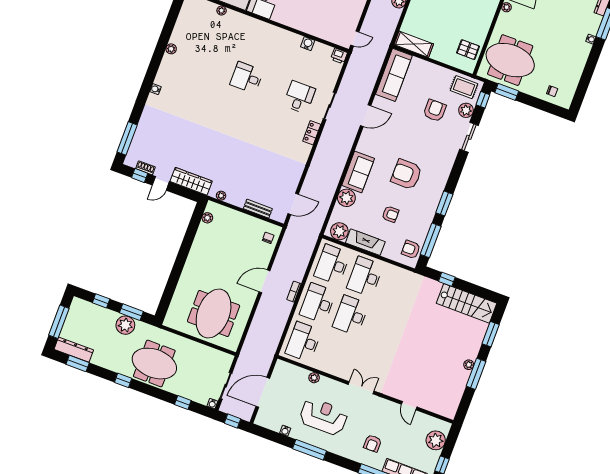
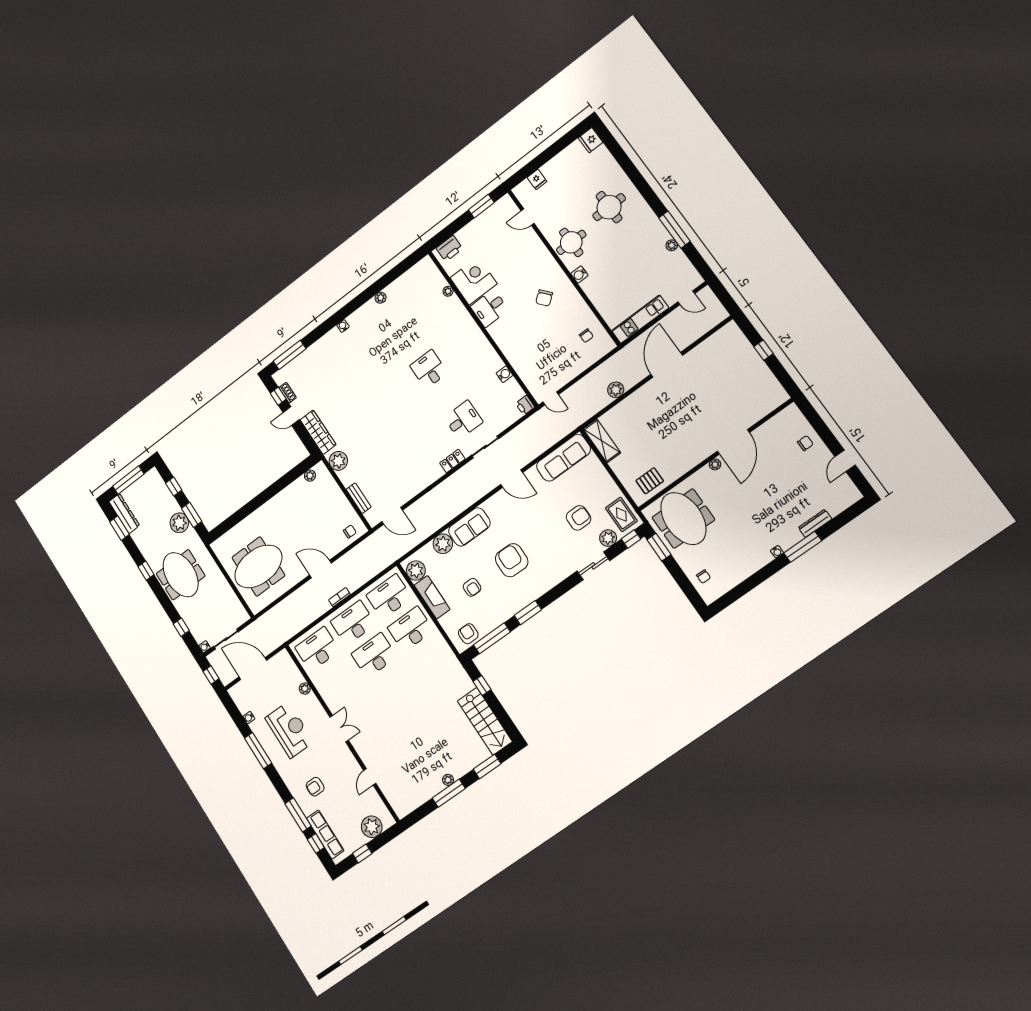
pallet: (468, 50) -> (650, 481), turned 90
plant: (221, 196) -> (338, 461), width x1.87, depth x1.87

